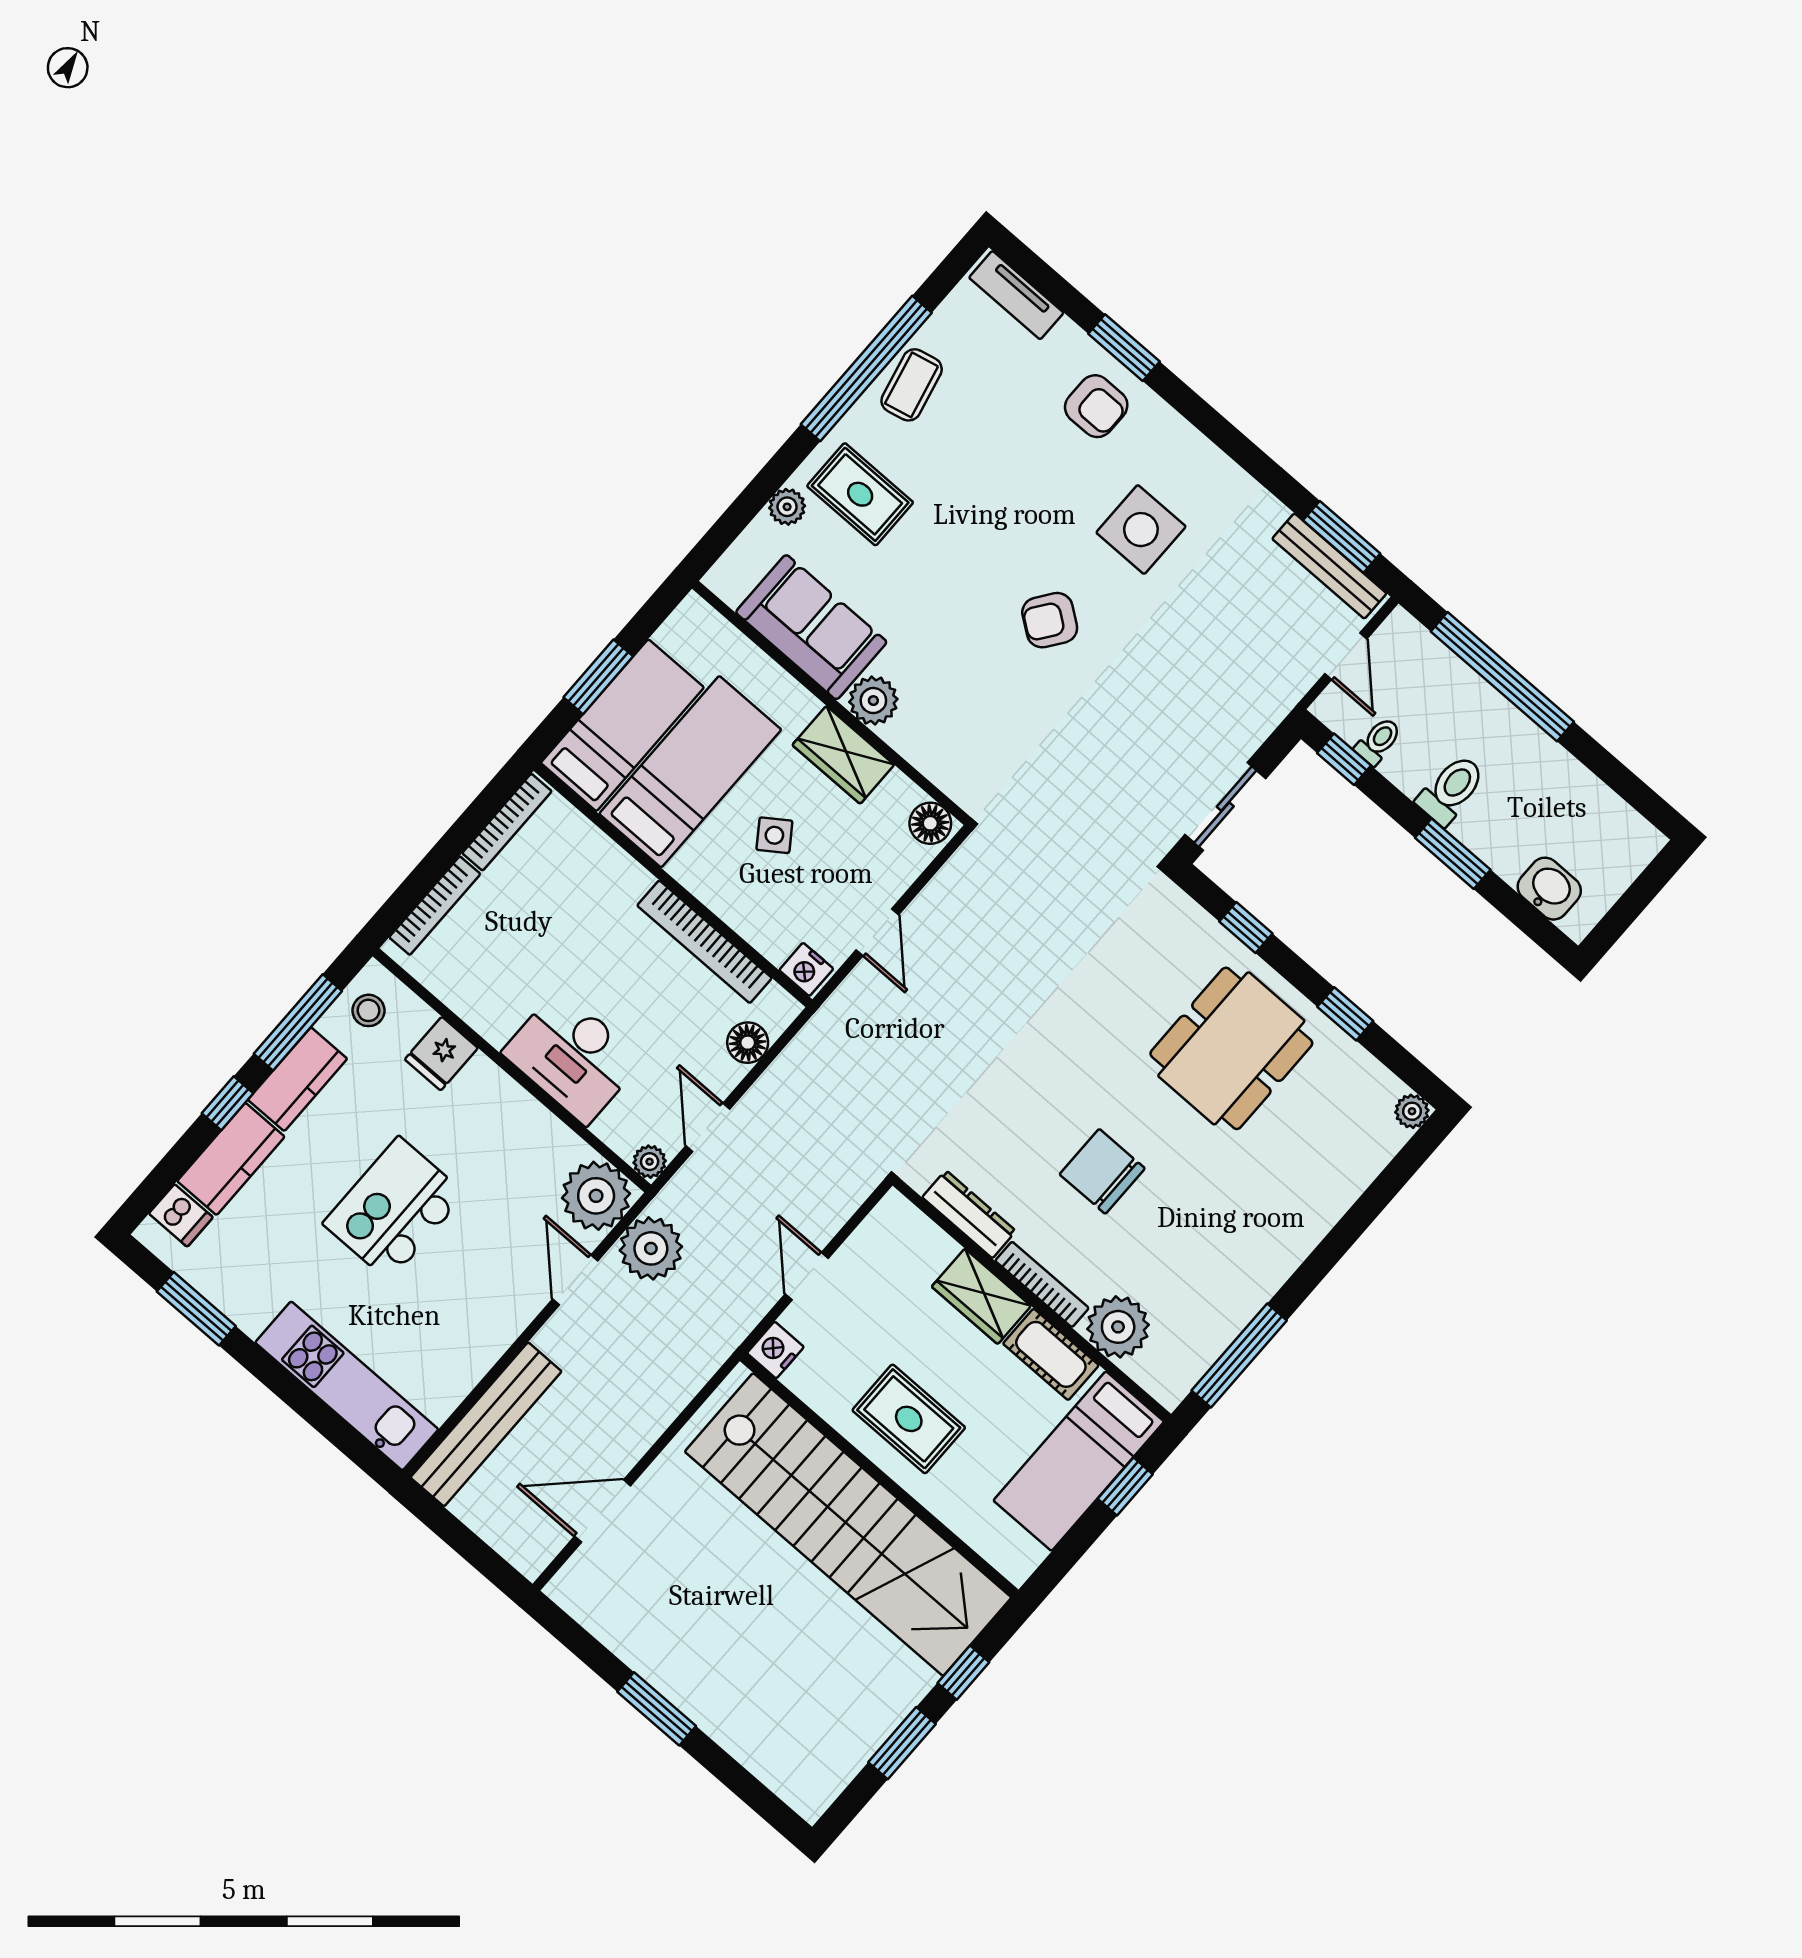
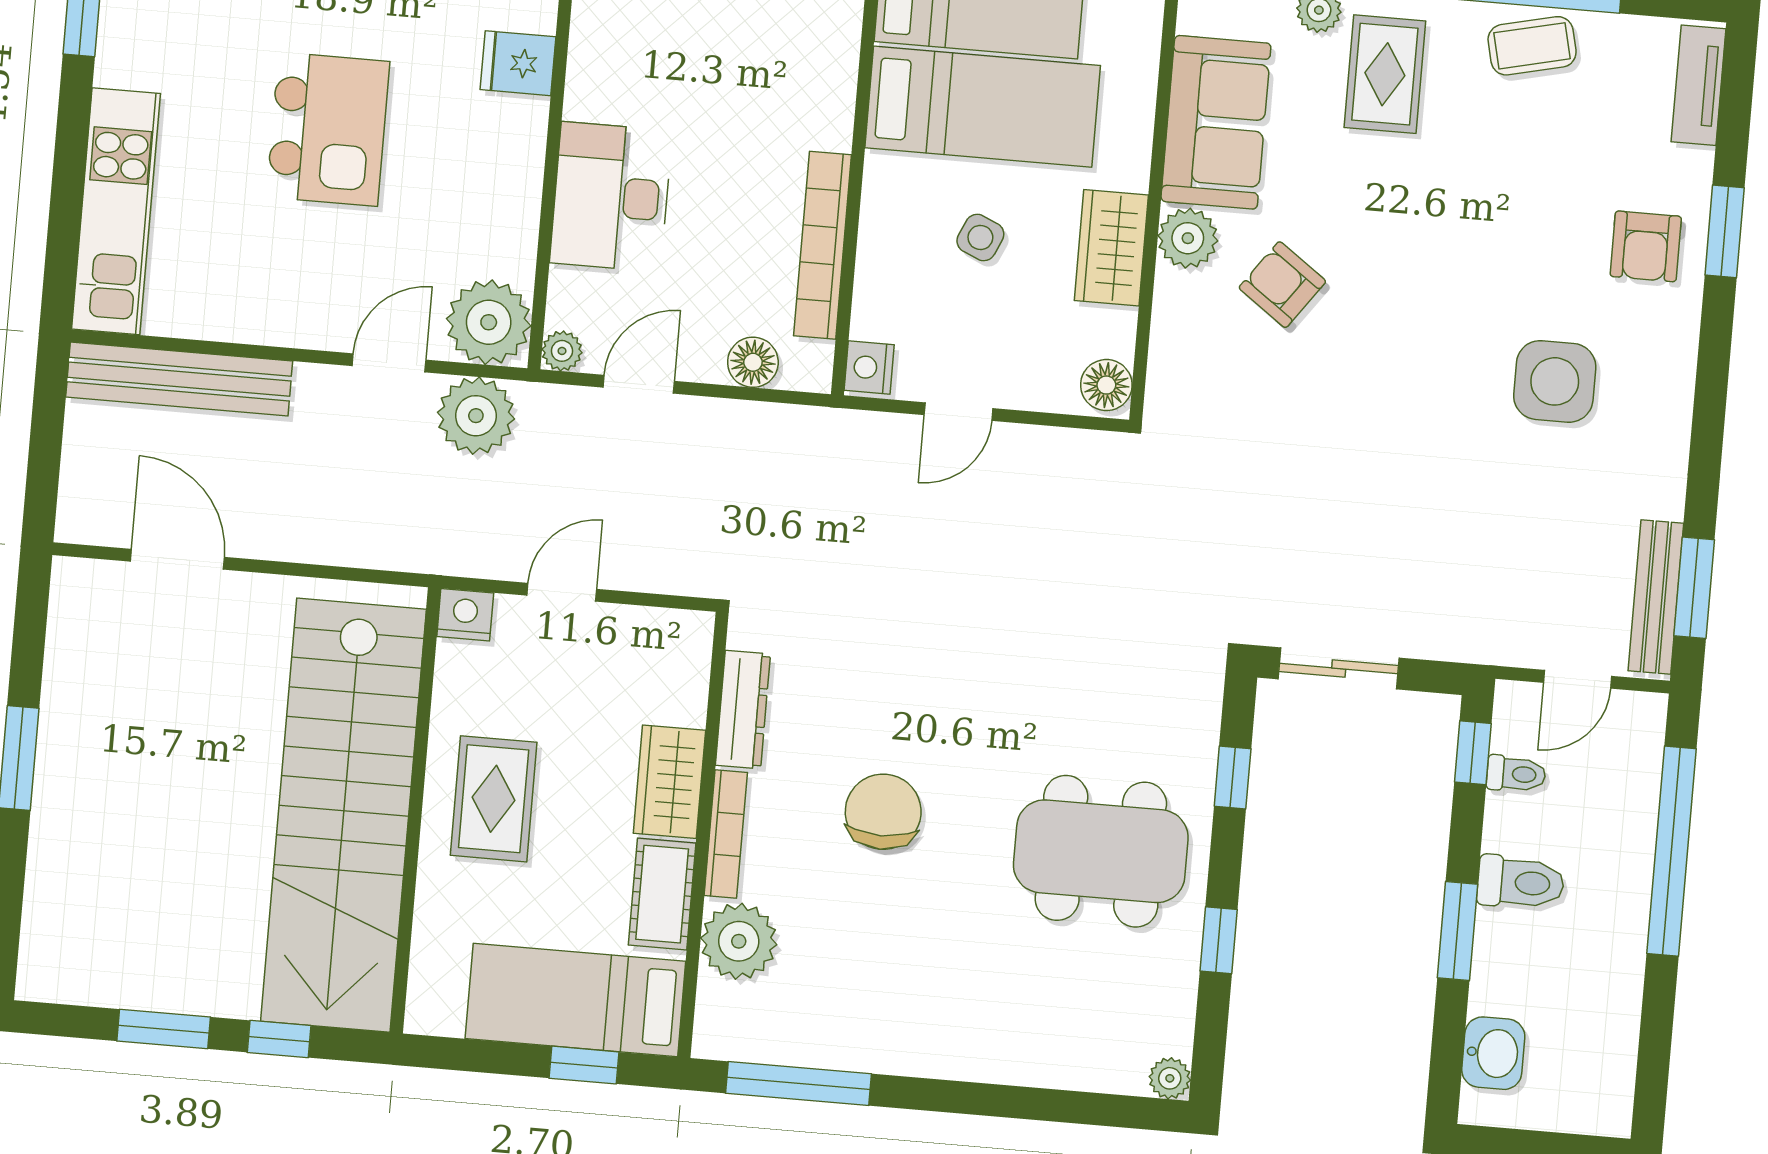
armchair: (1050, 620) -> (1282, 285), moved
side table: (774, 835) -> (980, 237), turned -31
kitchen island: (394, 1209) -> (328, 129), turned 90

